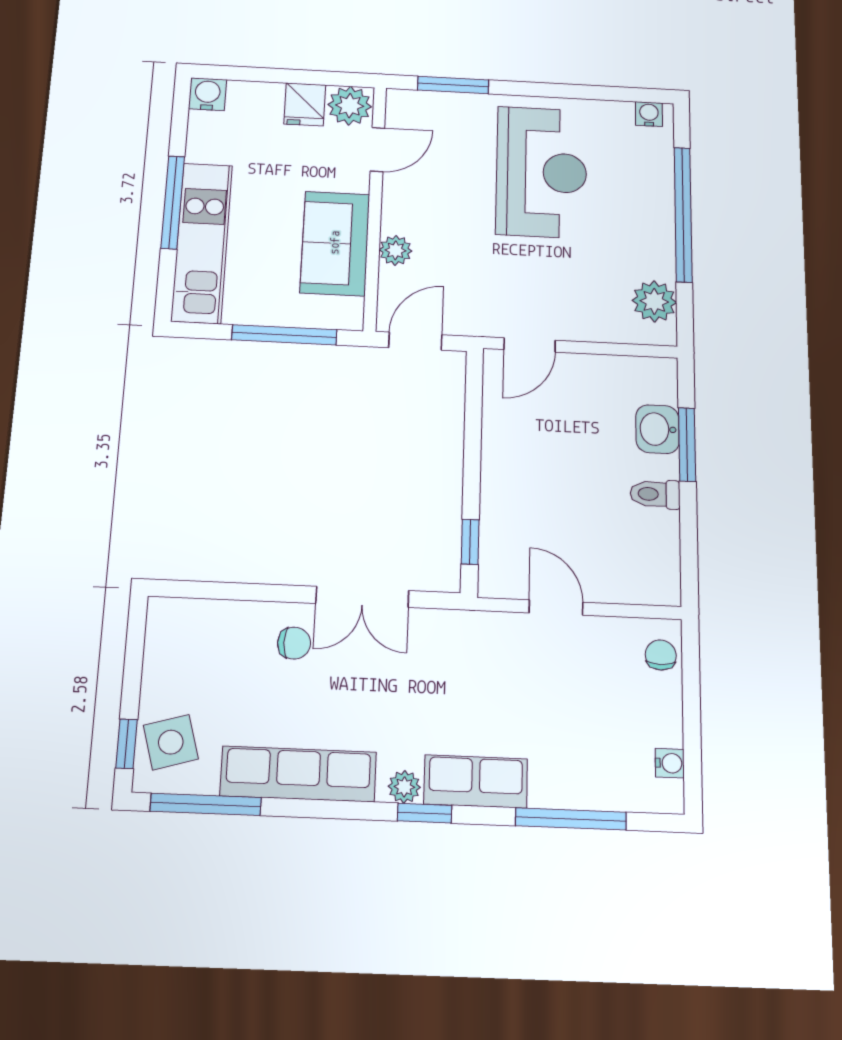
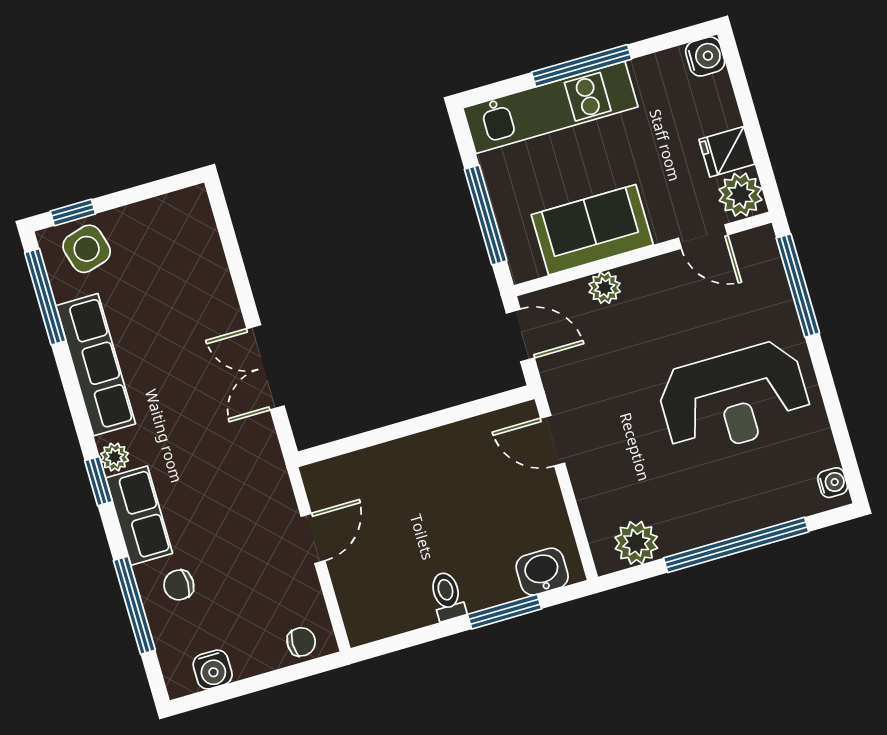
window: (453, 85) -> (798, 286), width x1.44
washbasin: (657, 429) -> (542, 572), moved
window: (470, 542) -> (347, 445), removed
chair: (294, 643) -> (179, 585), moved, turned 90
water cooler: (670, 763) -> (213, 670), width x1.38, depth x1.38

